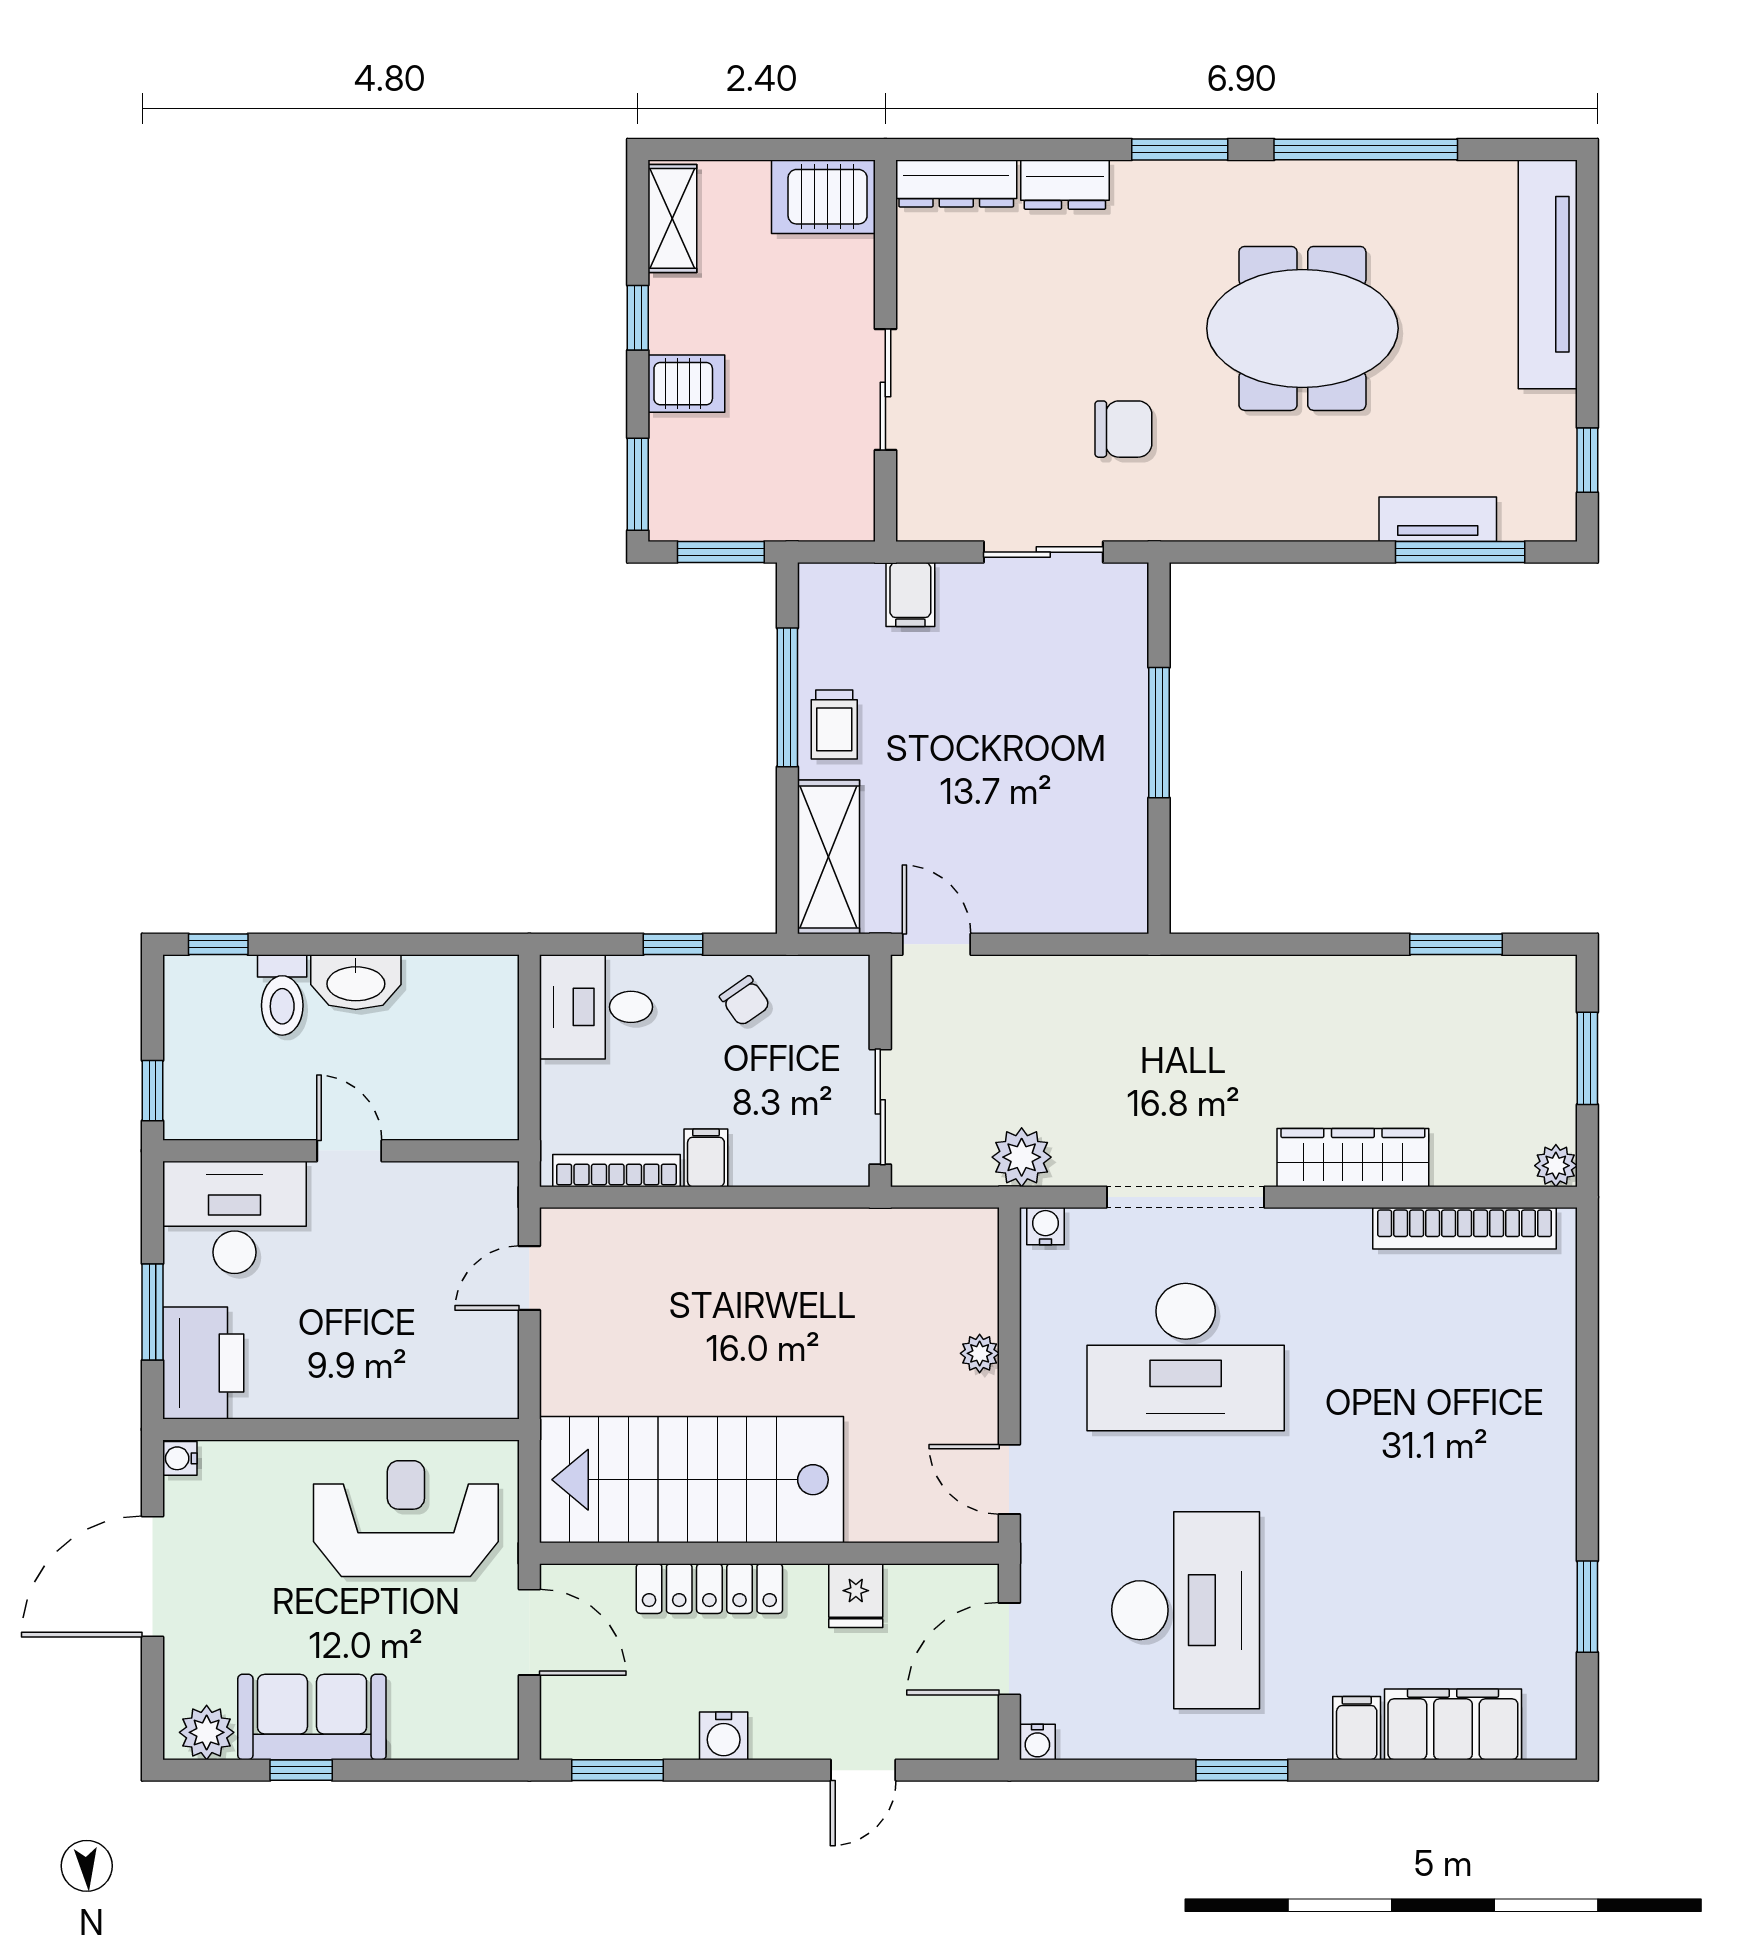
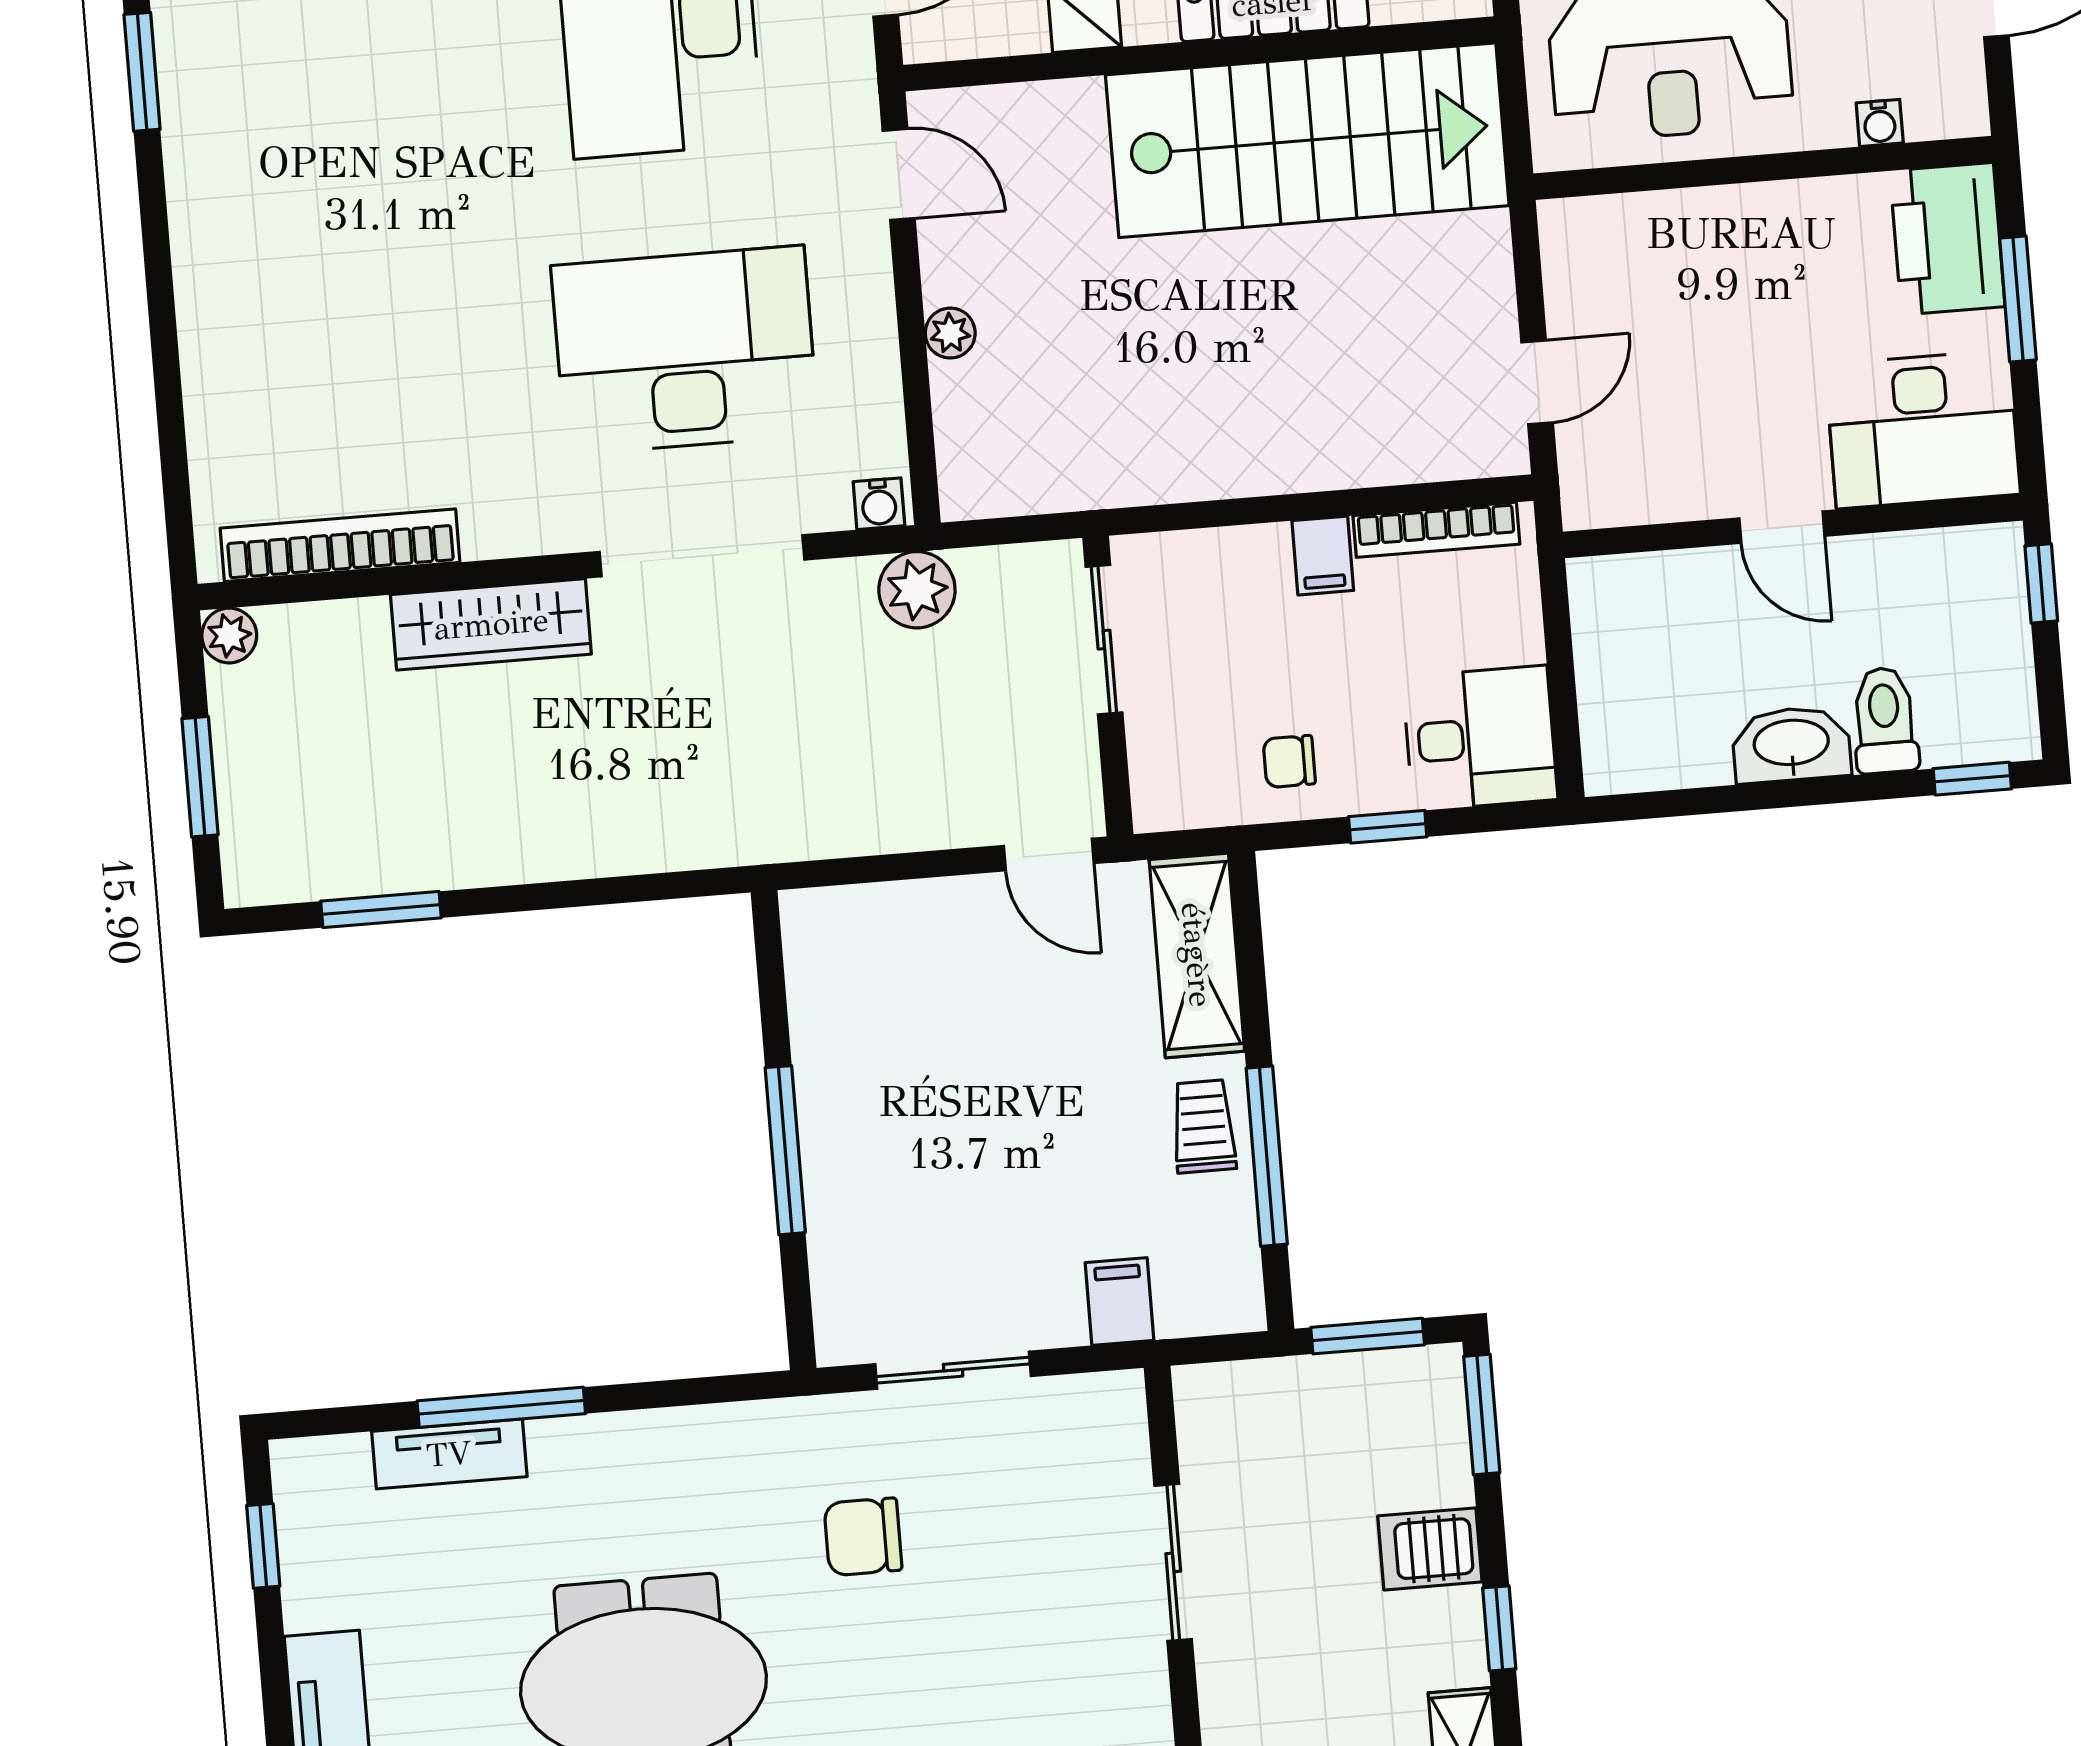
window: (1460, 552) -> (501, 1407), moved
chair: (745, 1001) -> (1289, 761), turned -55
water cooler: (180, 1458) -> (1880, 123), moved, turned 90

